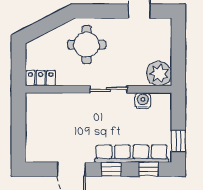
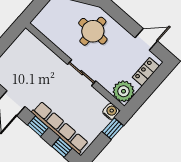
locker: (41, 78) -> (146, 72), moved, turned -90
water cooler: (143, 101) -> (111, 111), moved
window: (178, 141) -> (113, 129), moved

